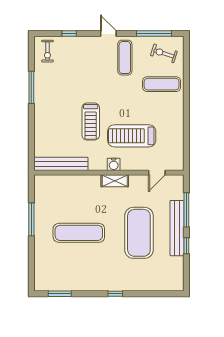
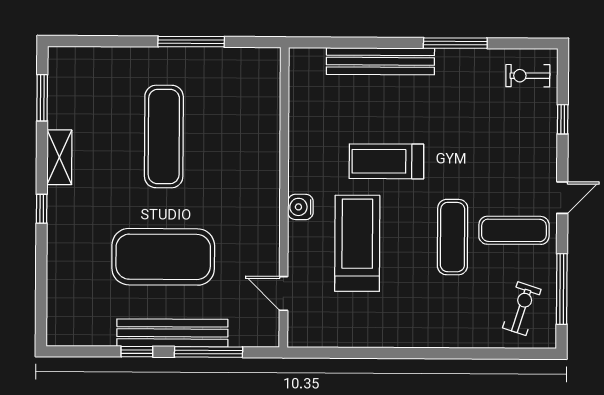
exercise mat: (162, 84) -> (453, 237), moved
bench: (61, 164) -> (380, 61), moved, turned 90
shelving: (115, 181) -> (59, 157), moved

